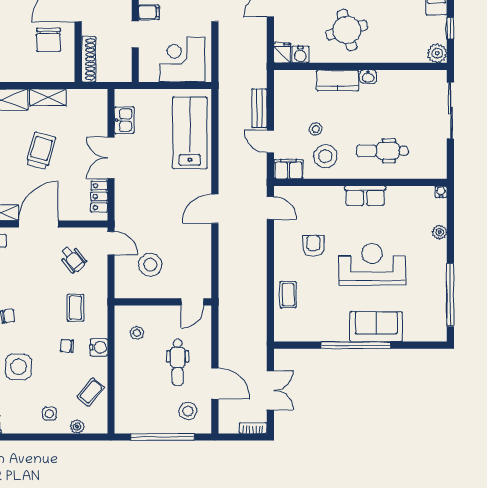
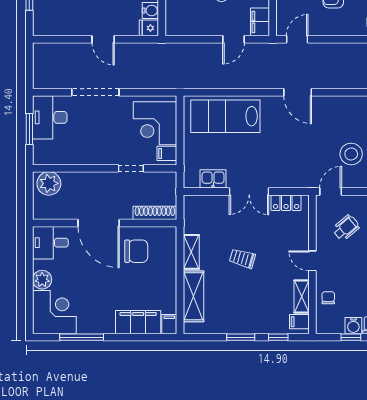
filing cabinet: (149, 12) -> (167, 153), moved, turned -90
bench: (259, 108) -> (202, 50), removed
trolley: (41, 151) -> (242, 258), width x0.73, depth x0.72
door: (38, 224) -> (312, 261), width x0.53

